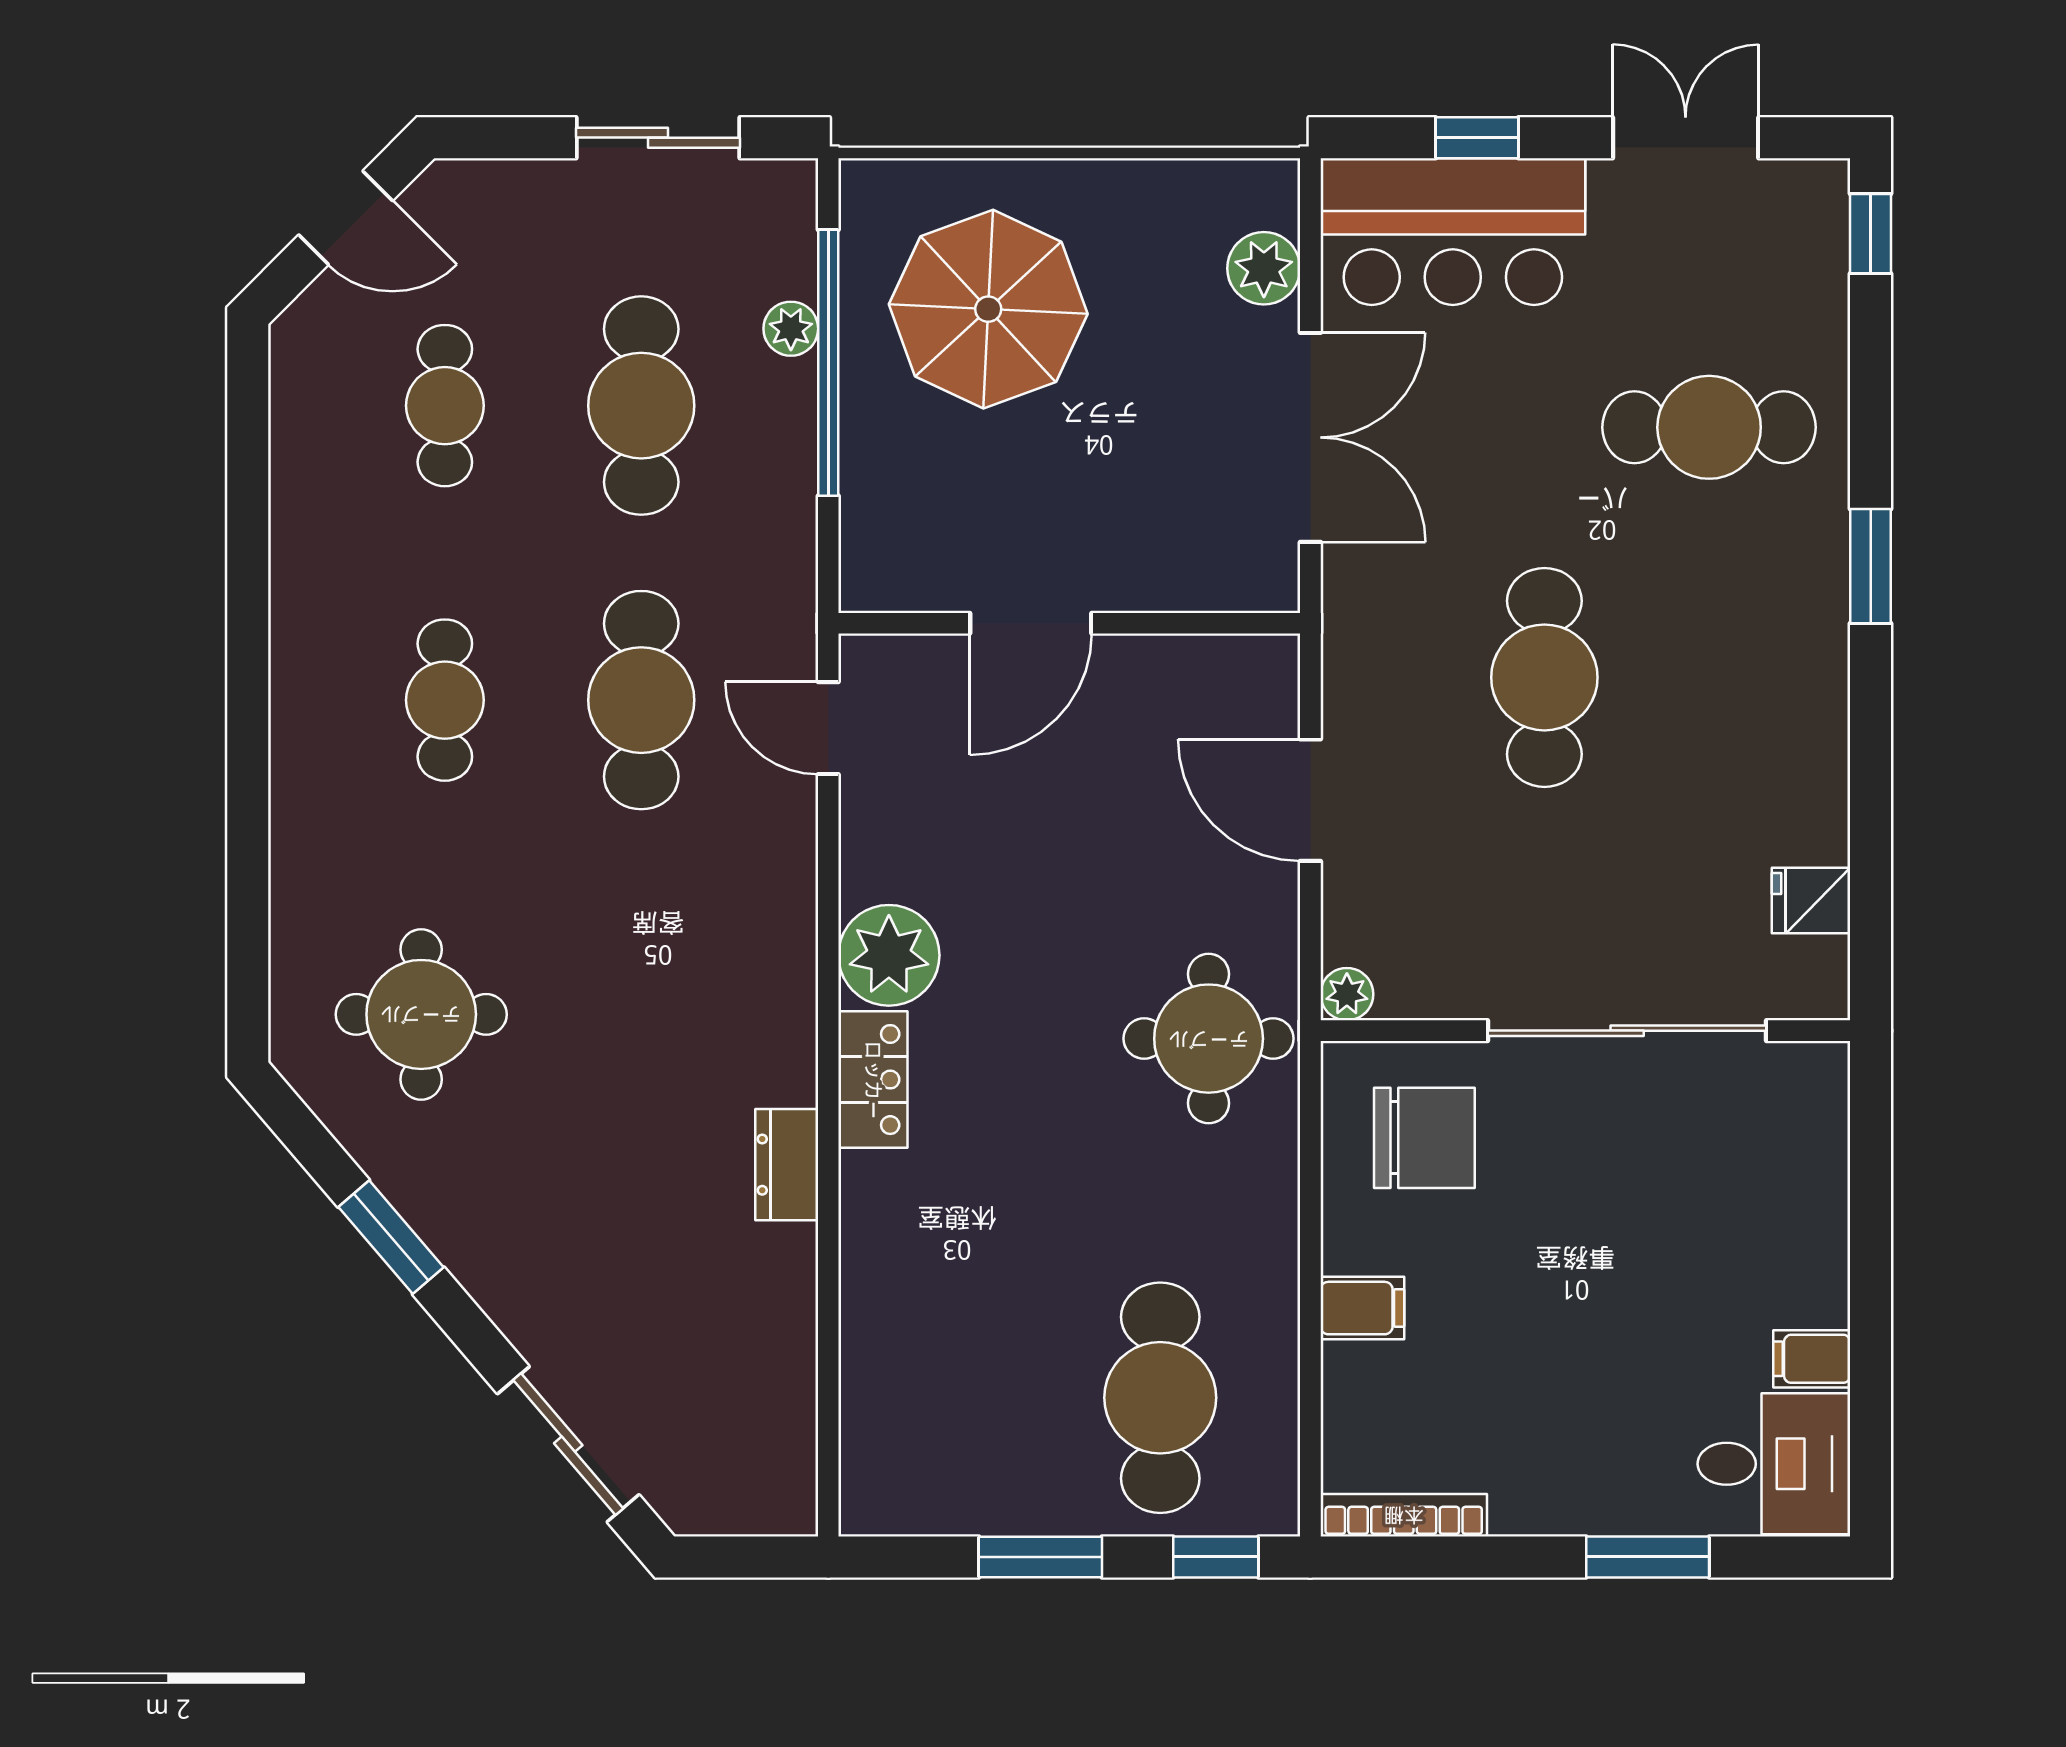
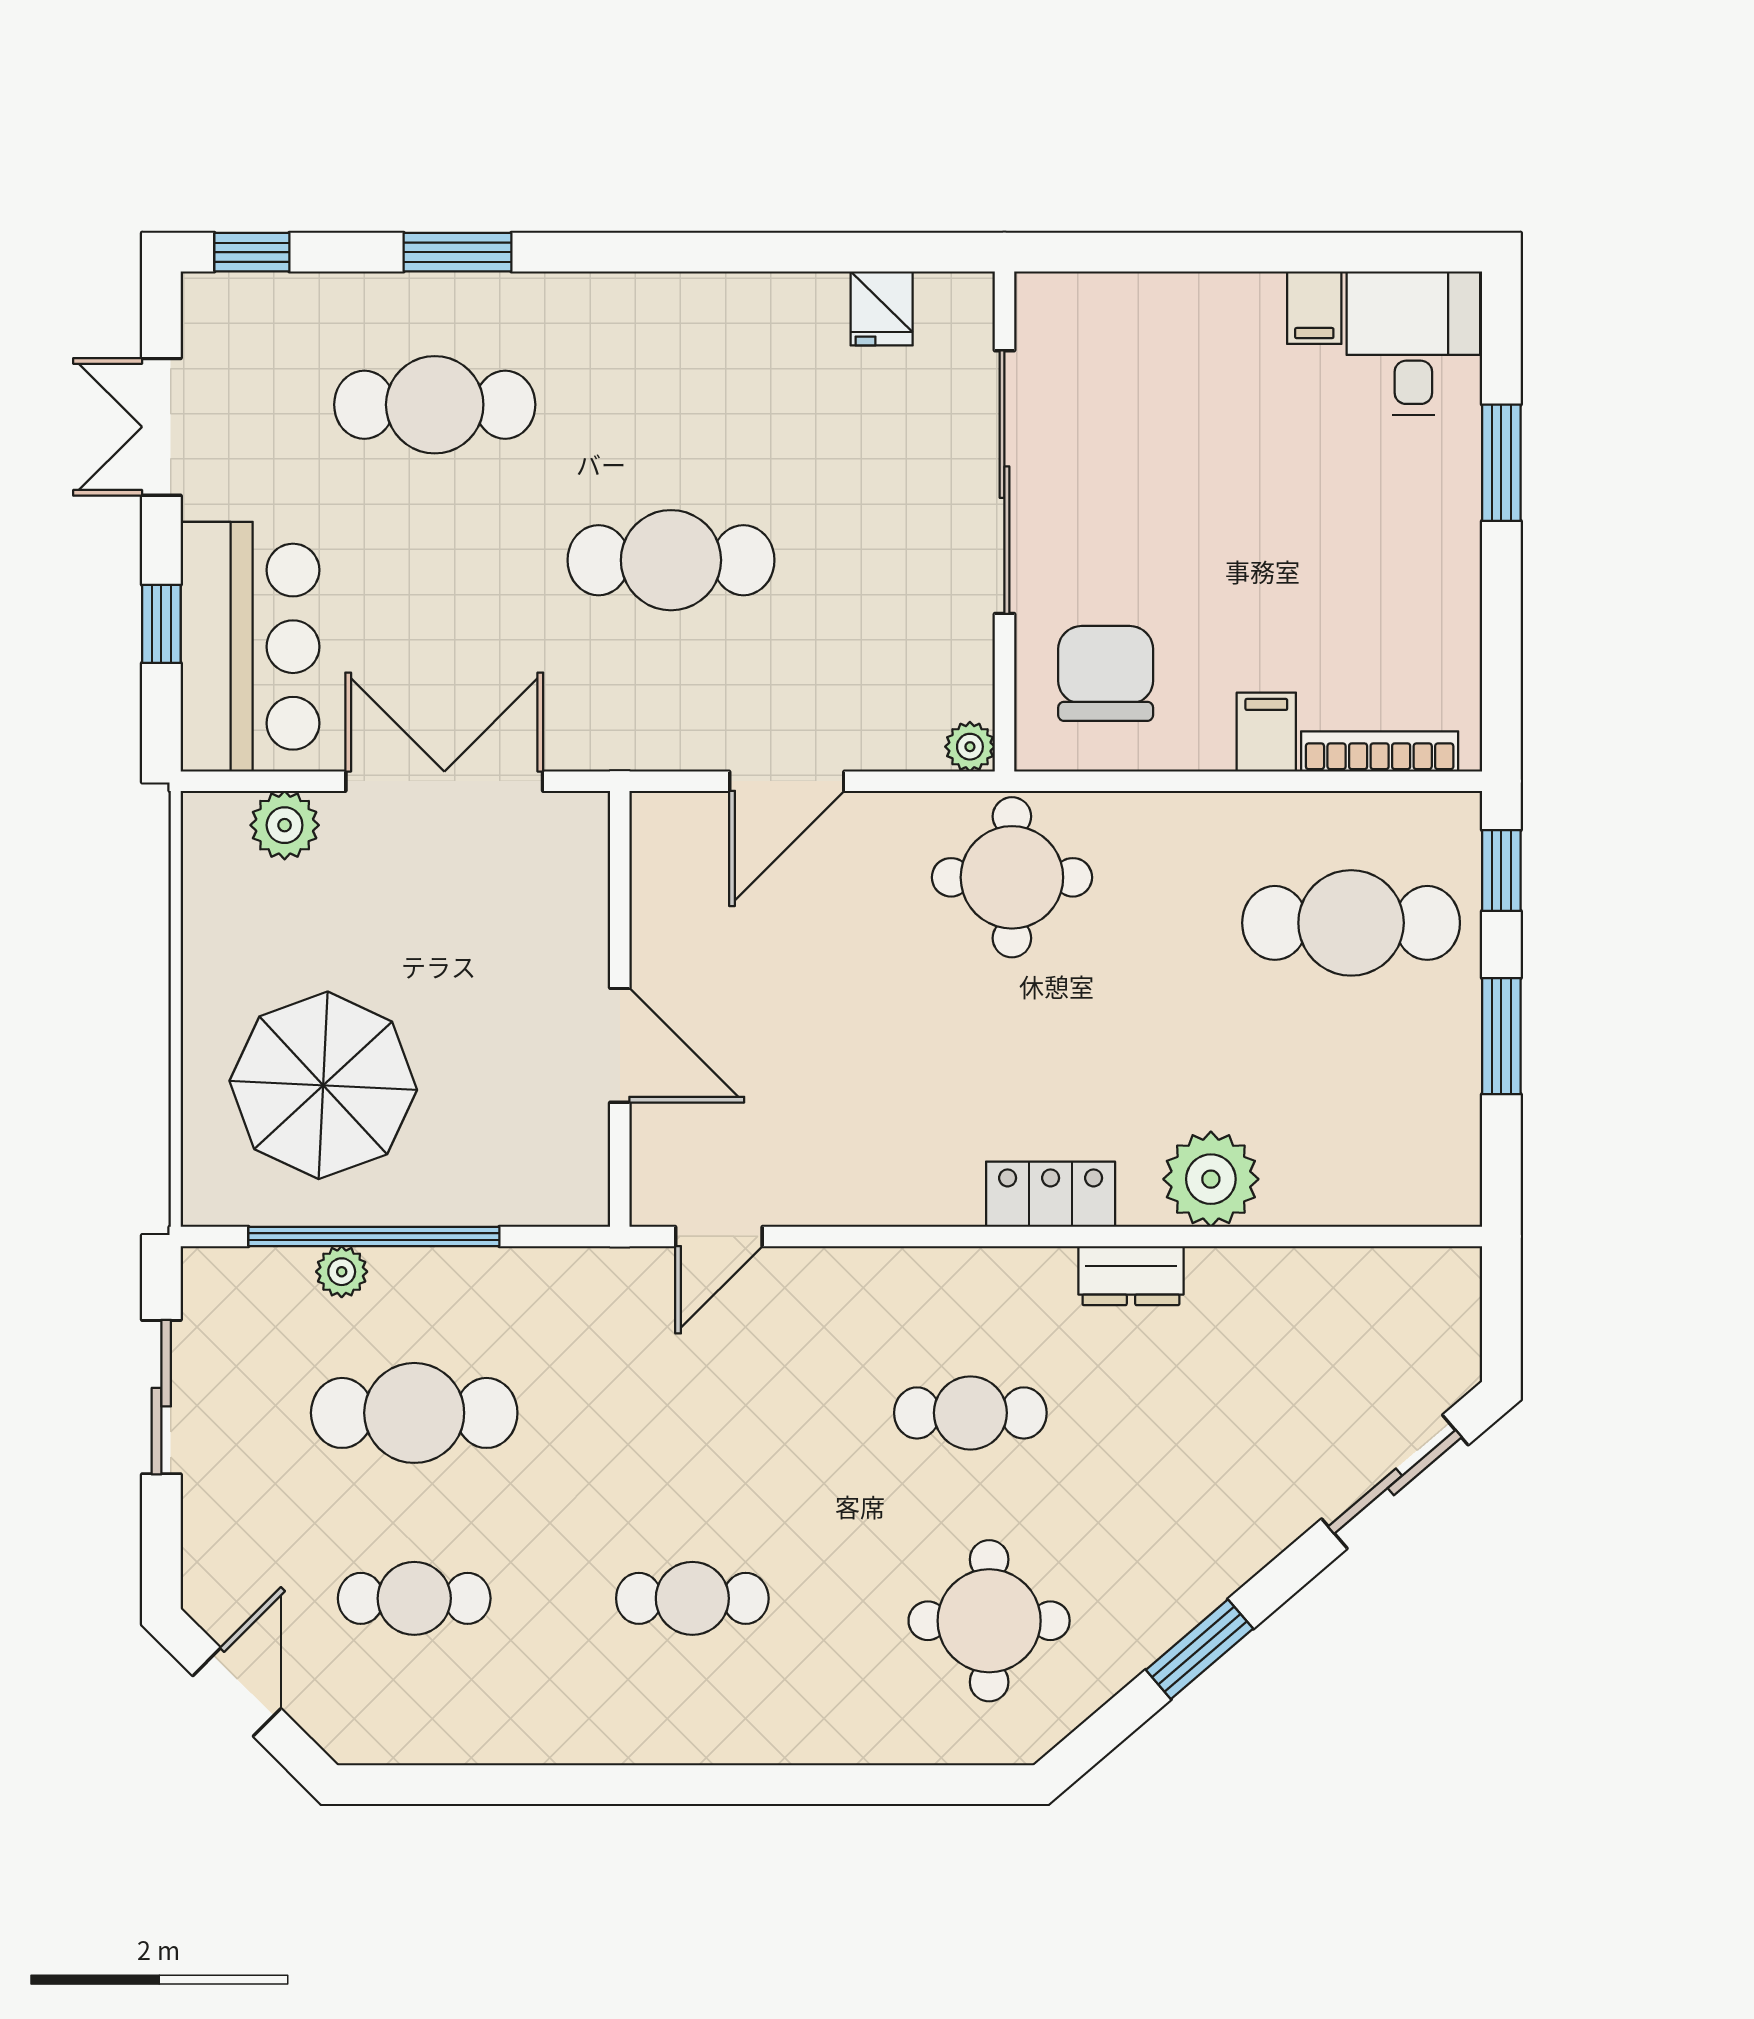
cafe table: (1709, 427) -> (435, 405), turned 90
window: (1871, 566) -> (458, 252), moved
cafe table: (641, 700) -> (970, 1413), moved, width x0.73, depth x0.74
plant: (889, 955) -> (1211, 1179), moved
bookcase: (1404, 1515) -> (1380, 751), moved, turned 90

